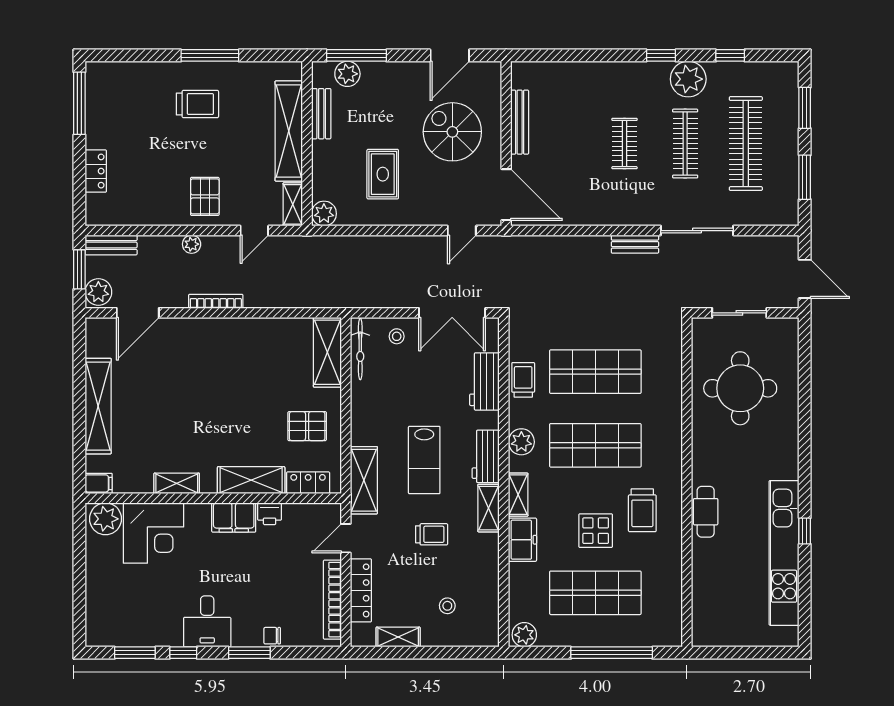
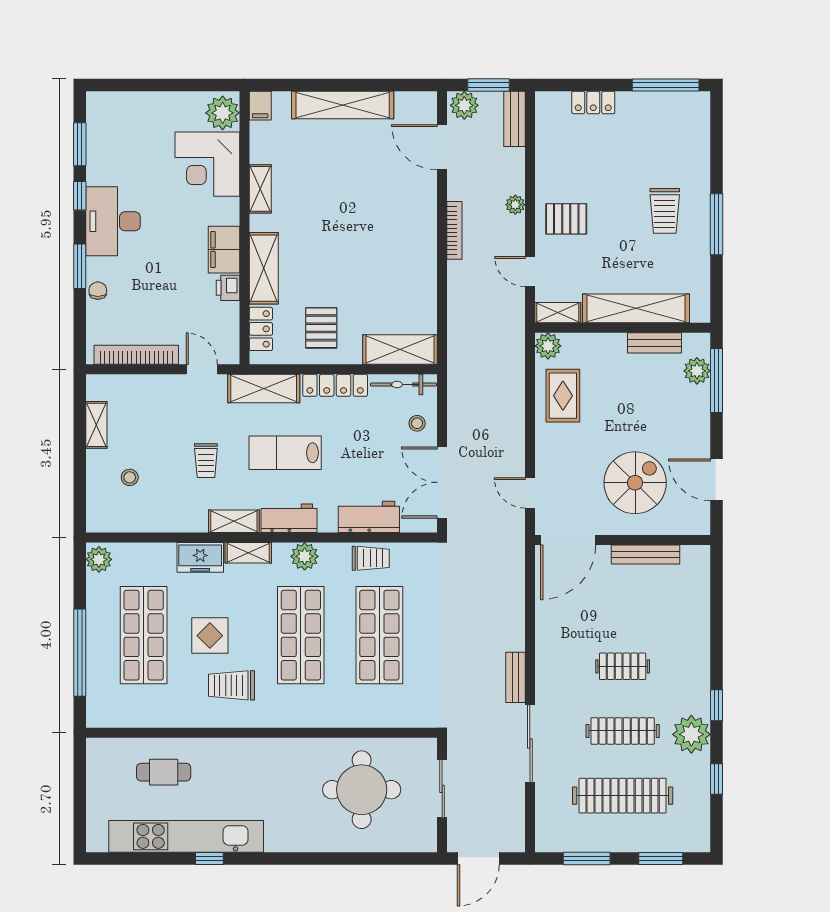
rug: (383, 174) -> (563, 396), moved, turned 90
cafe table: (706, 512) -> (164, 772), moved
locker: (361, 590) -> (335, 385), moved
desk: (207, 621) -> (113, 221), width x1.37

